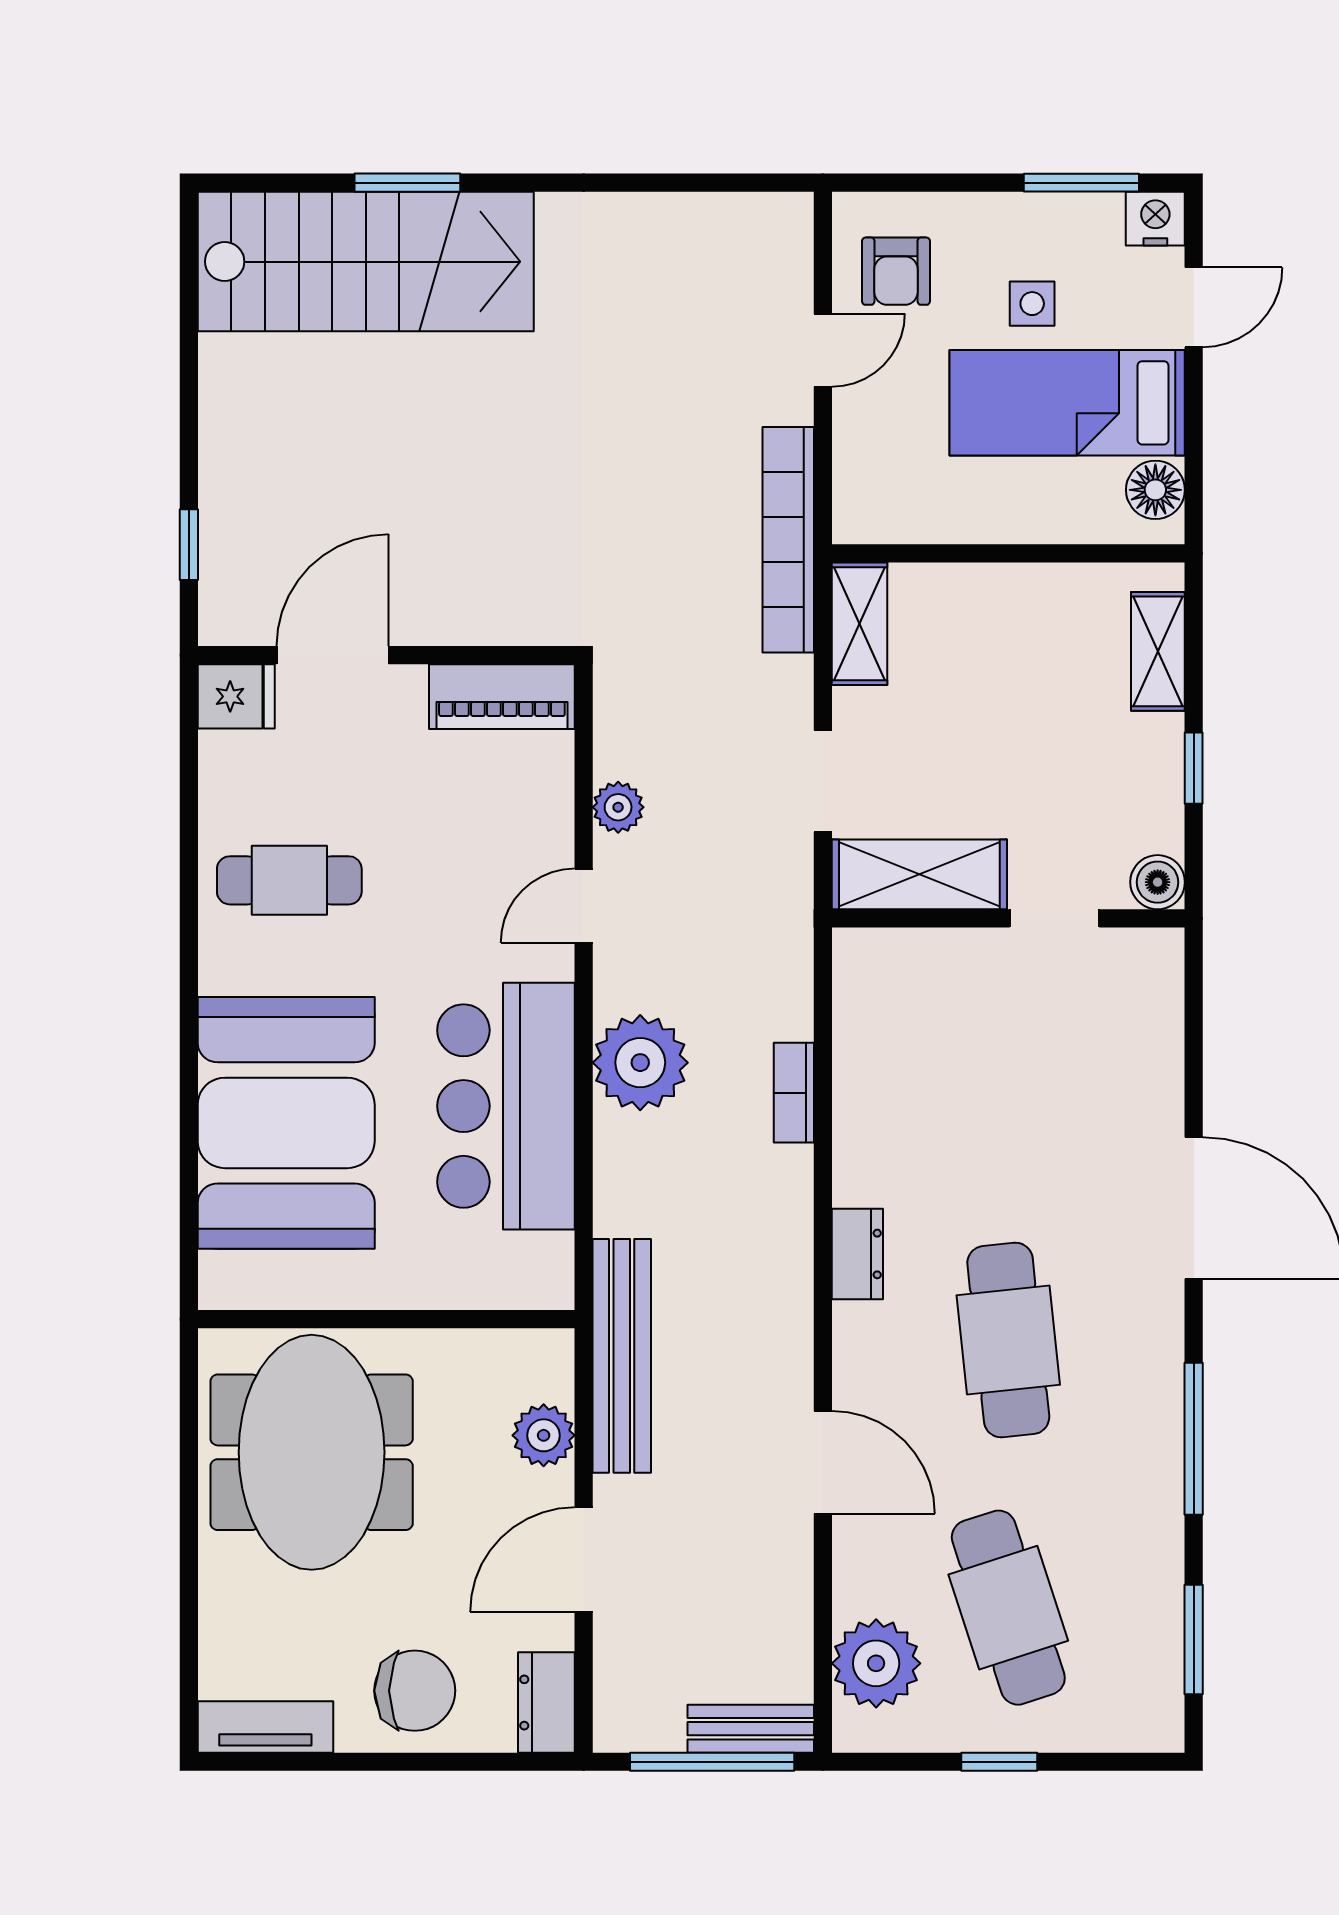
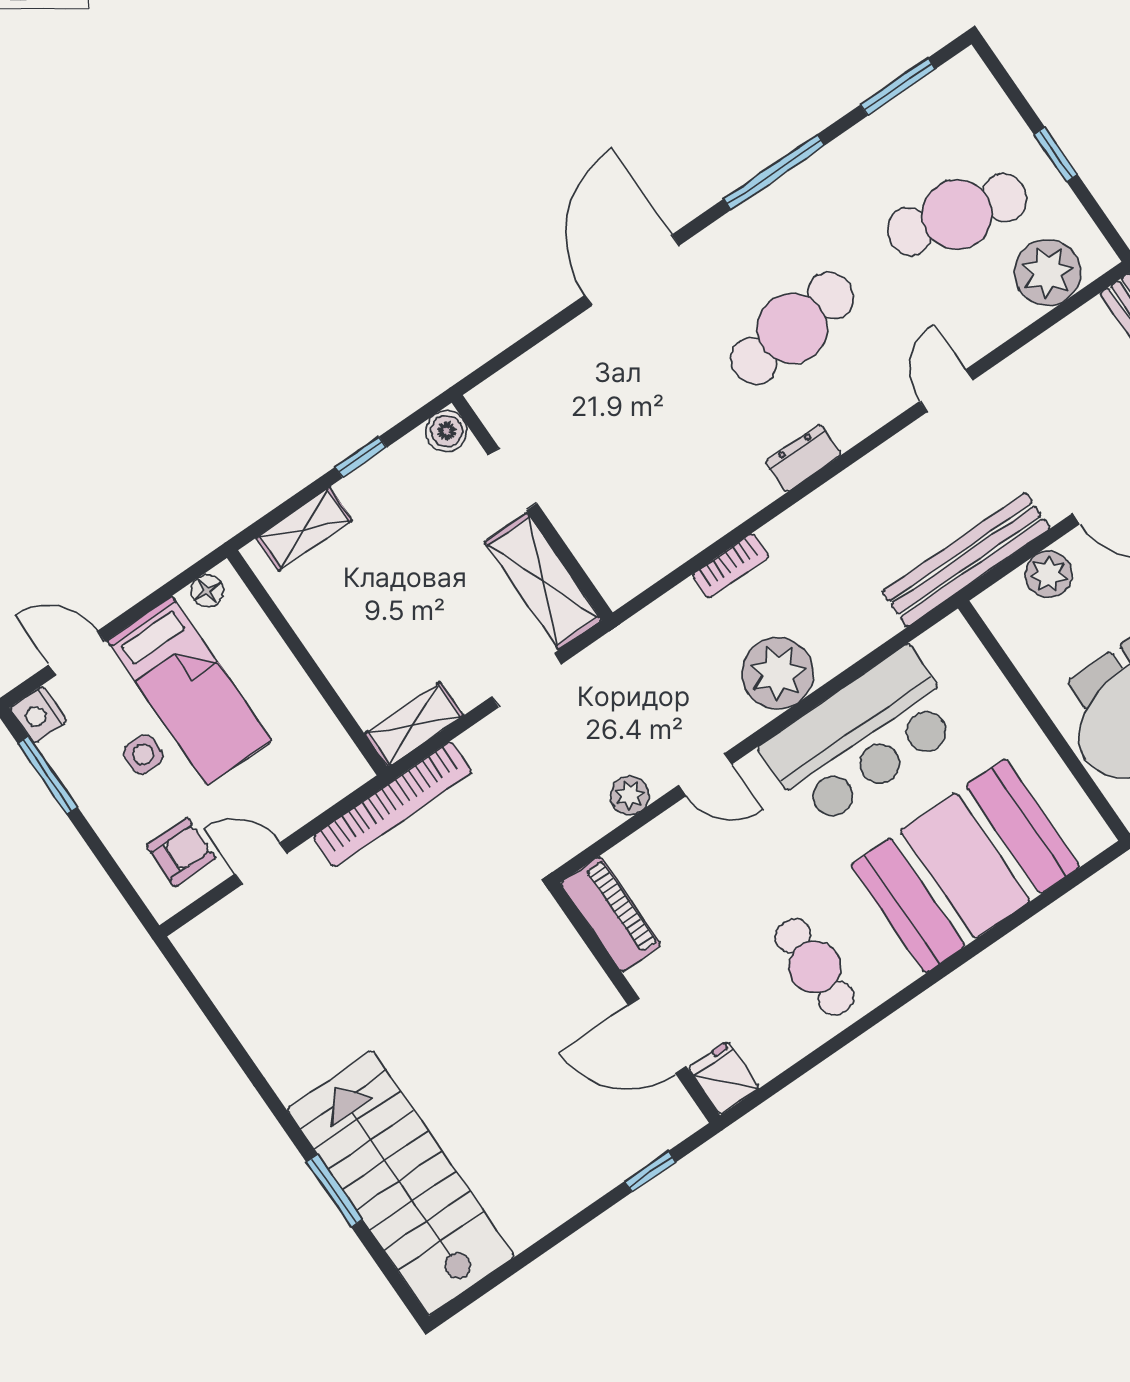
floor lamp: (1155, 490) -> (207, 591), width x0.73, depth x0.73
door: (823, 1462) -> (946, 391), width x0.73
cafe table: (1008, 1608) -> (957, 215), turned 33

